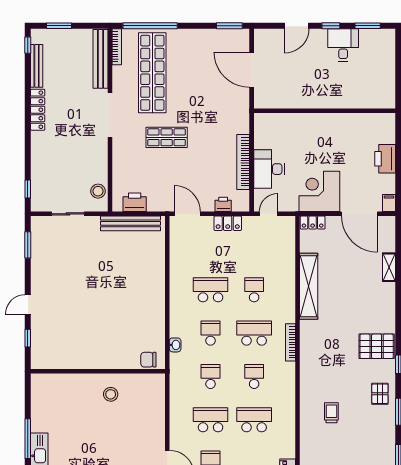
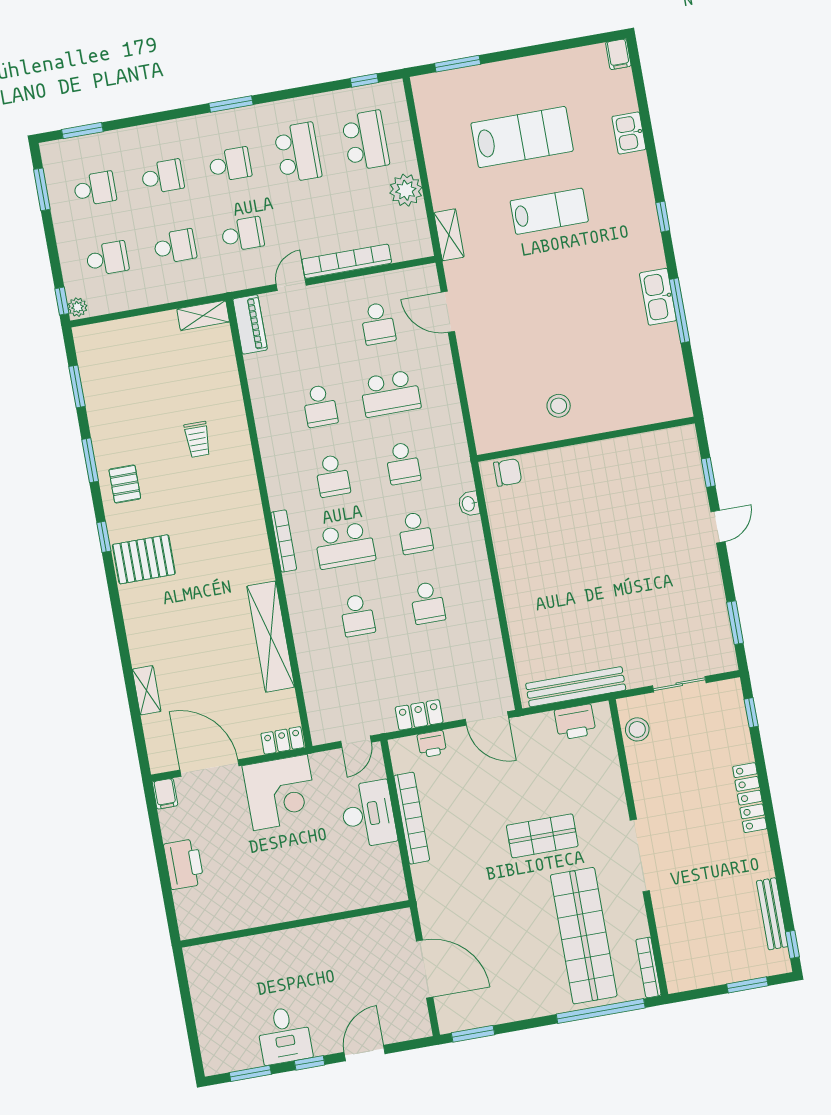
bench: (100, 59) -> (671, 943), removed
locker: (38, 110) -> (750, 798), moved
school desk: (211, 290) -> (428, 603), width x0.54
school desk: (254, 420) -> (320, 406), width x0.54

